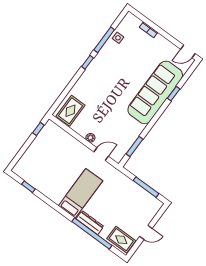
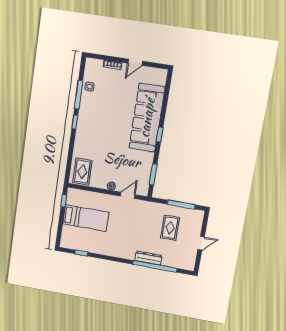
door: (188, 51) -> (135, 62), moved
window: (174, 94) -> (160, 135), moved
bed: (81, 193) -> (86, 218), moved, turned 90
rug: (121, 240) -> (170, 228), moved, turned 90

